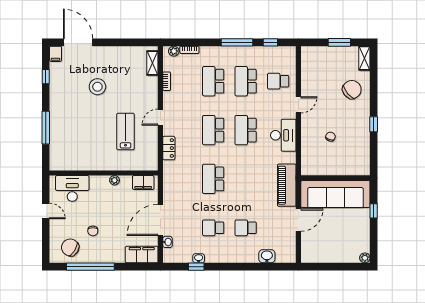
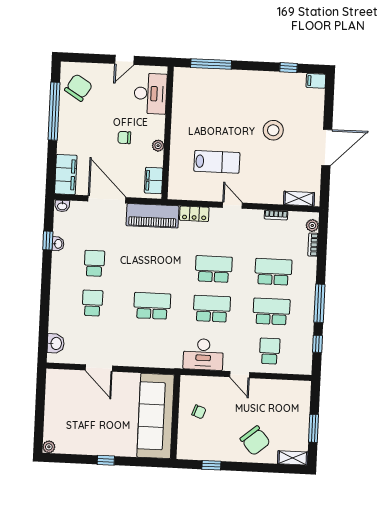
door: (78, 42) -> (327, 148), moved
window: (46, 128) -> (211, 64), moved
wall: (335, 178) -> (175, 417), moved
school desk: (213, 179) -> (152, 306), moved
piano: (287, 185) -> (153, 216), moved, turned 180
sofa: (335, 194) -> (156, 416), moved
chair: (93, 231) -> (124, 138), moved
washbasin: (168, 242) -> (62, 206), moved
washbasin: (267, 256) -> (56, 343), moved

